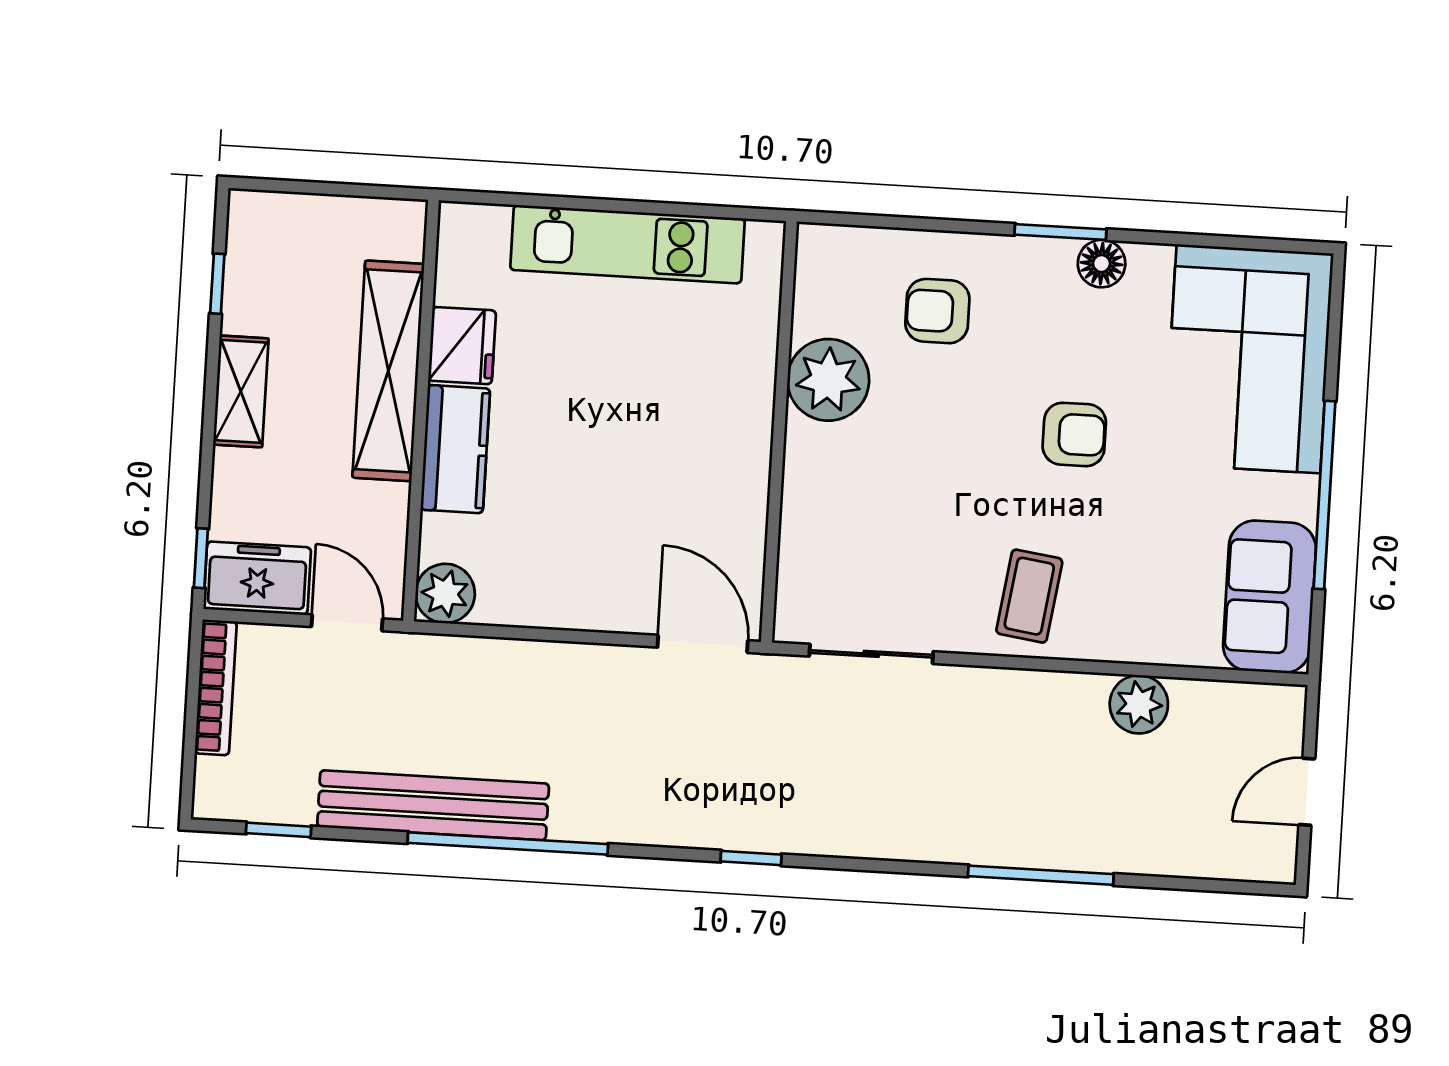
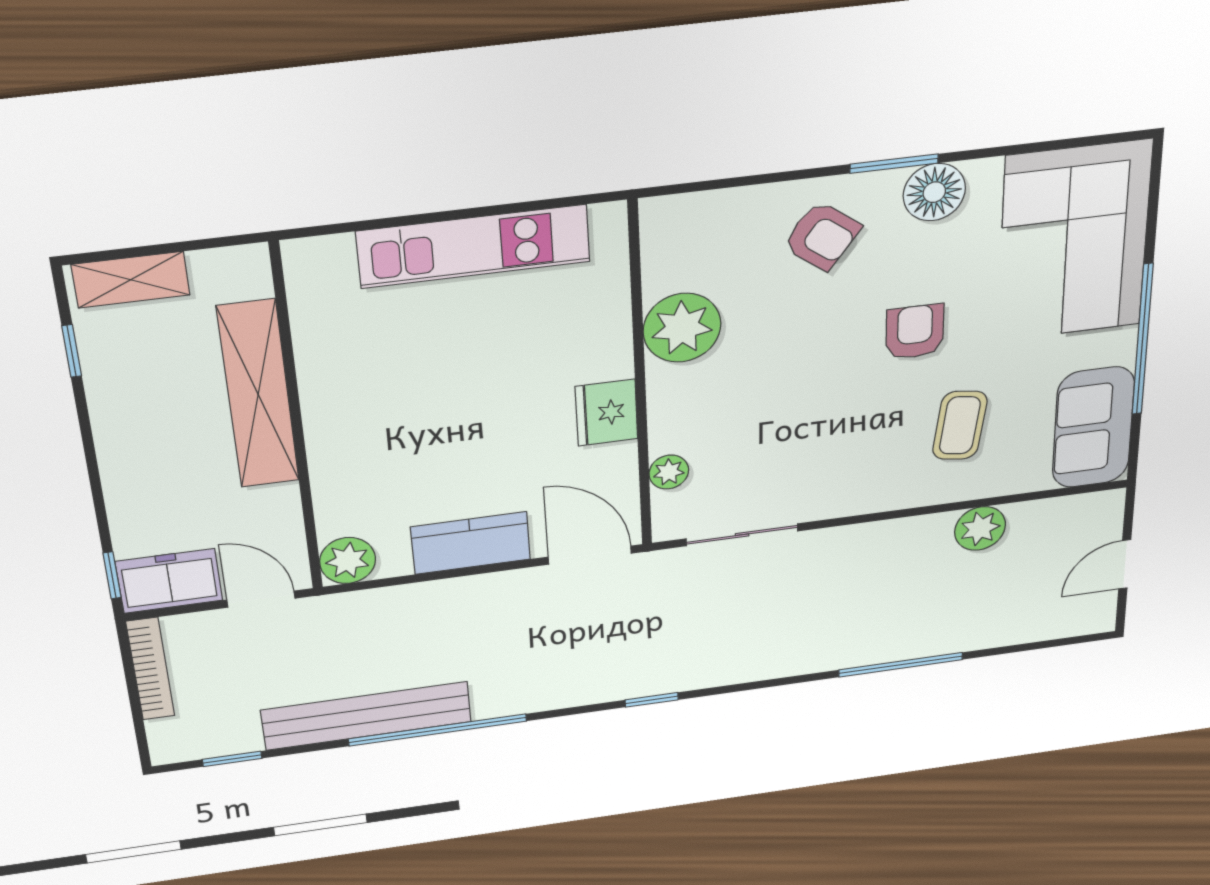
floor lamp: (1102, 264) -> (934, 192), width x1.38, depth x1.38
armchair: (937, 311) -> (822, 236), moved, turned -143
fridge: (462, 346) -> (606, 413), moved, turned 180
shelving: (241, 391) -> (131, 280), moved, turned 90
armchair: (1074, 434) -> (915, 332), turned -90
kitchen counter: (455, 449) -> (471, 543), moved, turned -90
plant: (798, 555) -> (669, 472), added
coffee table: (1029, 596) -> (960, 425), moved

